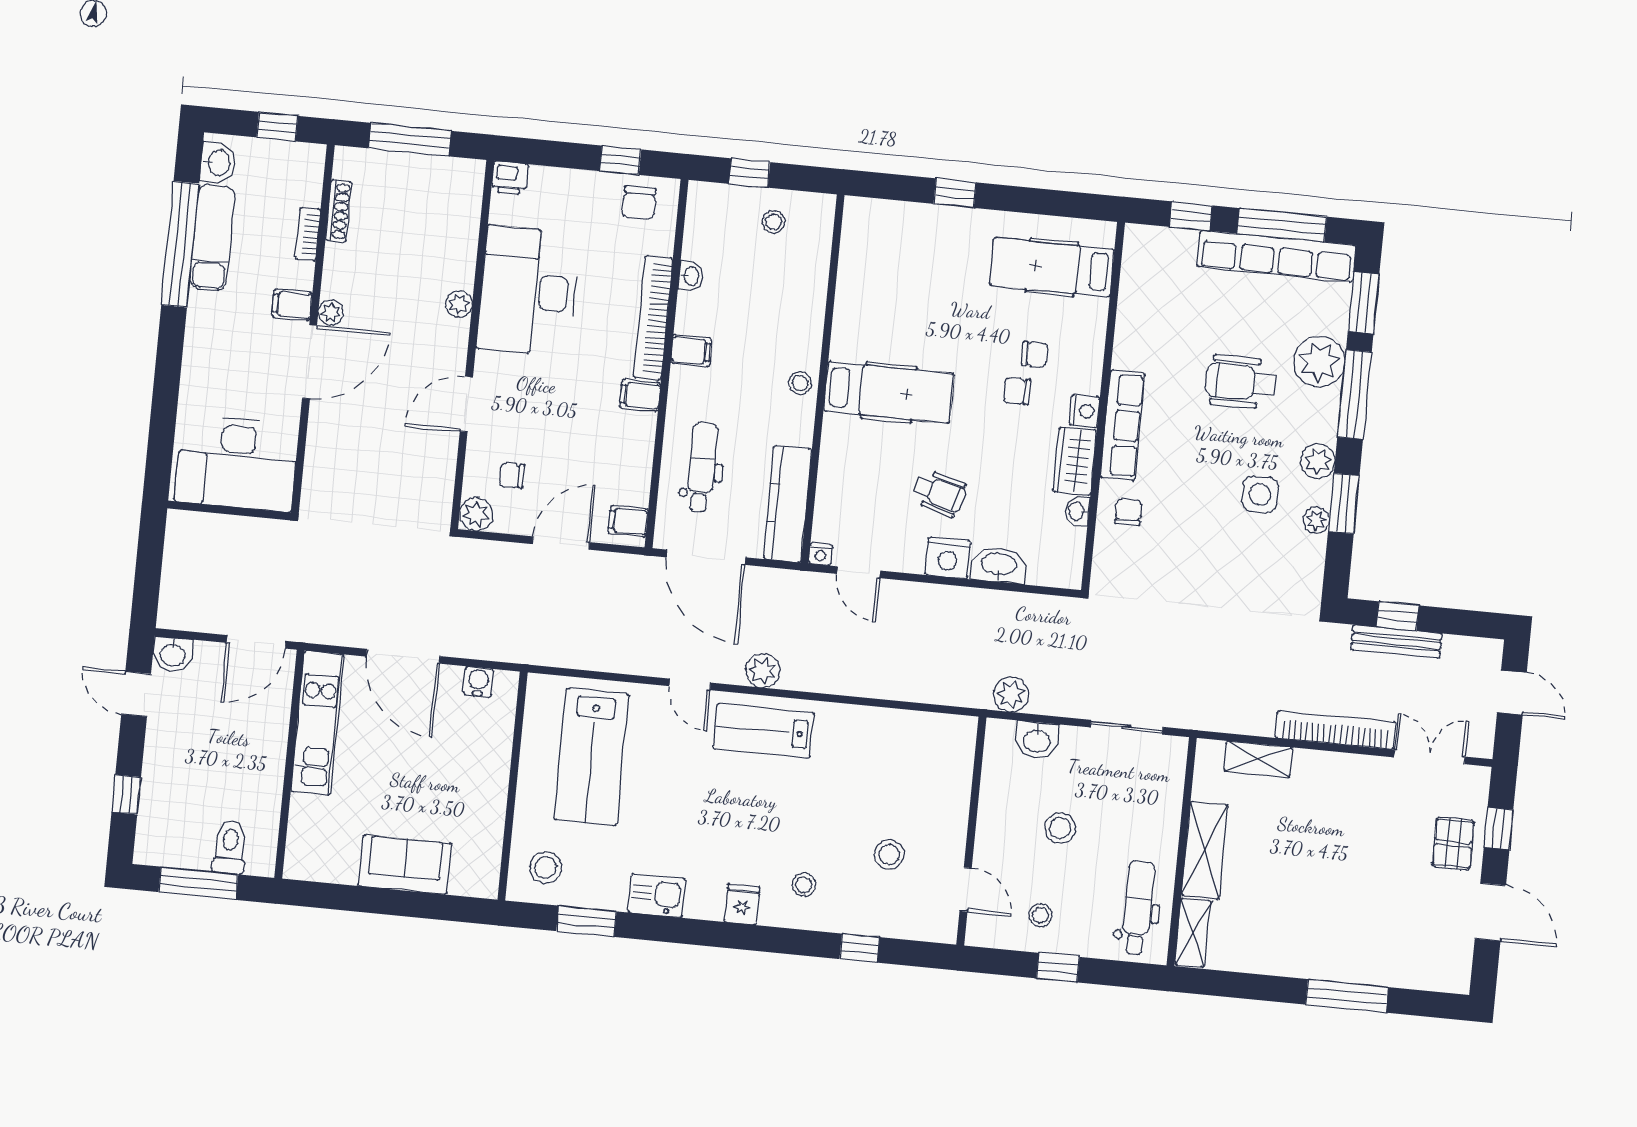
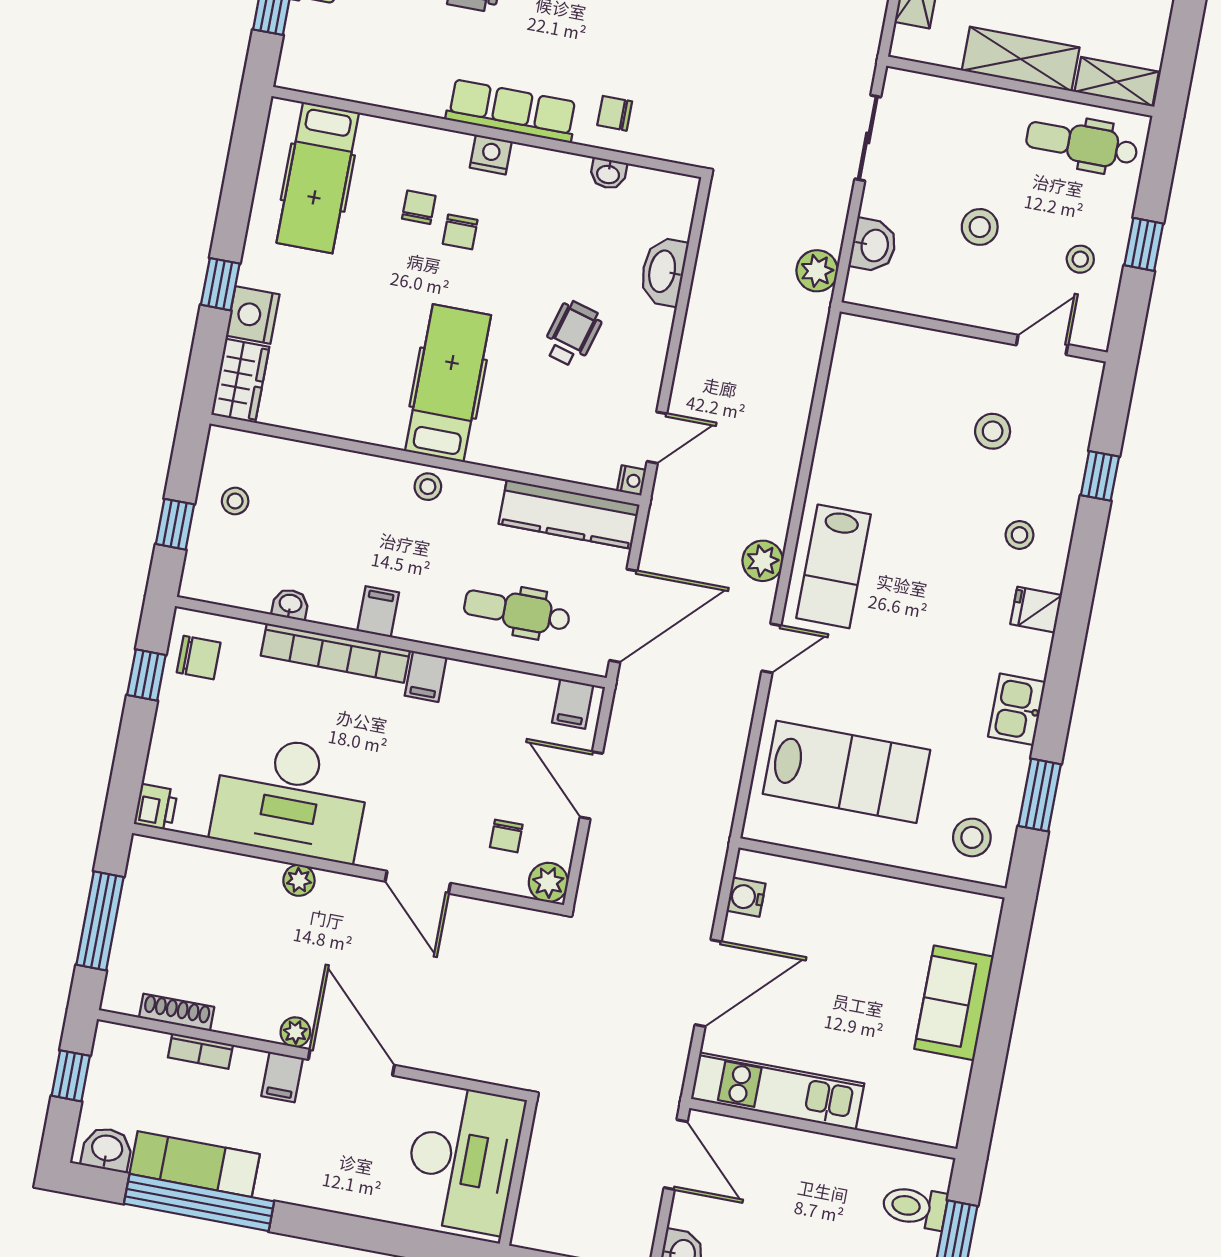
wardrobe: (1075, 461) -> (240, 381), moved, turned -90
nightstand: (948, 558) -> (253, 315), moved, turned 180

